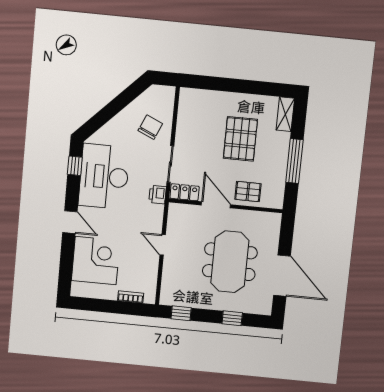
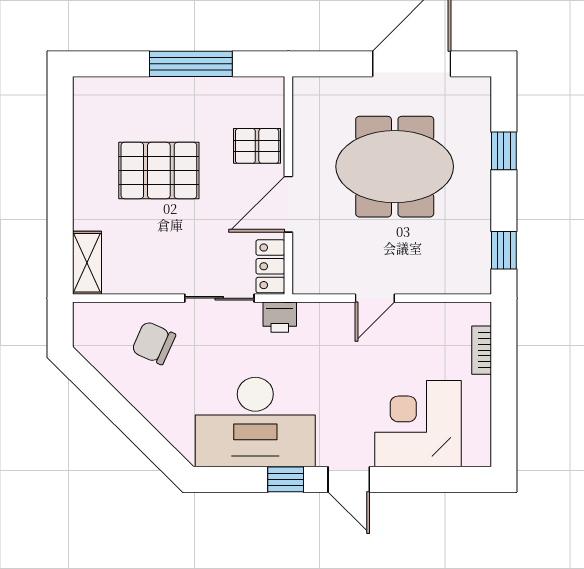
shelving: (285, 114) -> (87, 263), moved, turned 90
window: (75, 166) -> (286, 479), moved
pallet: (248, 192) -> (257, 146), turned 90
door: (70, 222) -> (349, 479), swing flipped

